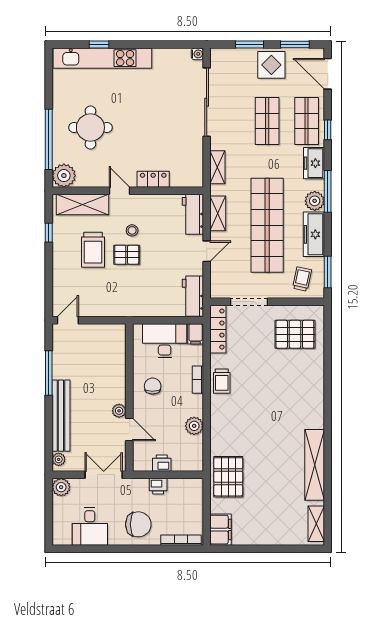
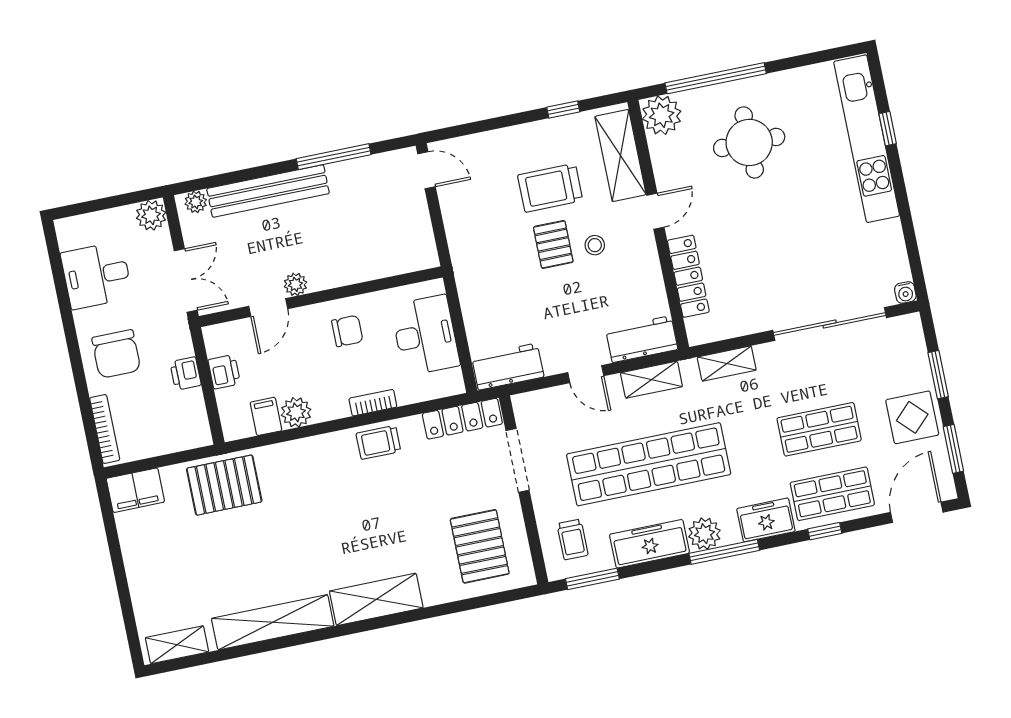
locker: (153, 179) -> (688, 276), width x1.53
trolley: (302, 279) -> (573, 539), turned 78
filing cabinet: (196, 334) -> (266, 416), moved, turned 90
shelving: (314, 401) -> (376, 599), added

